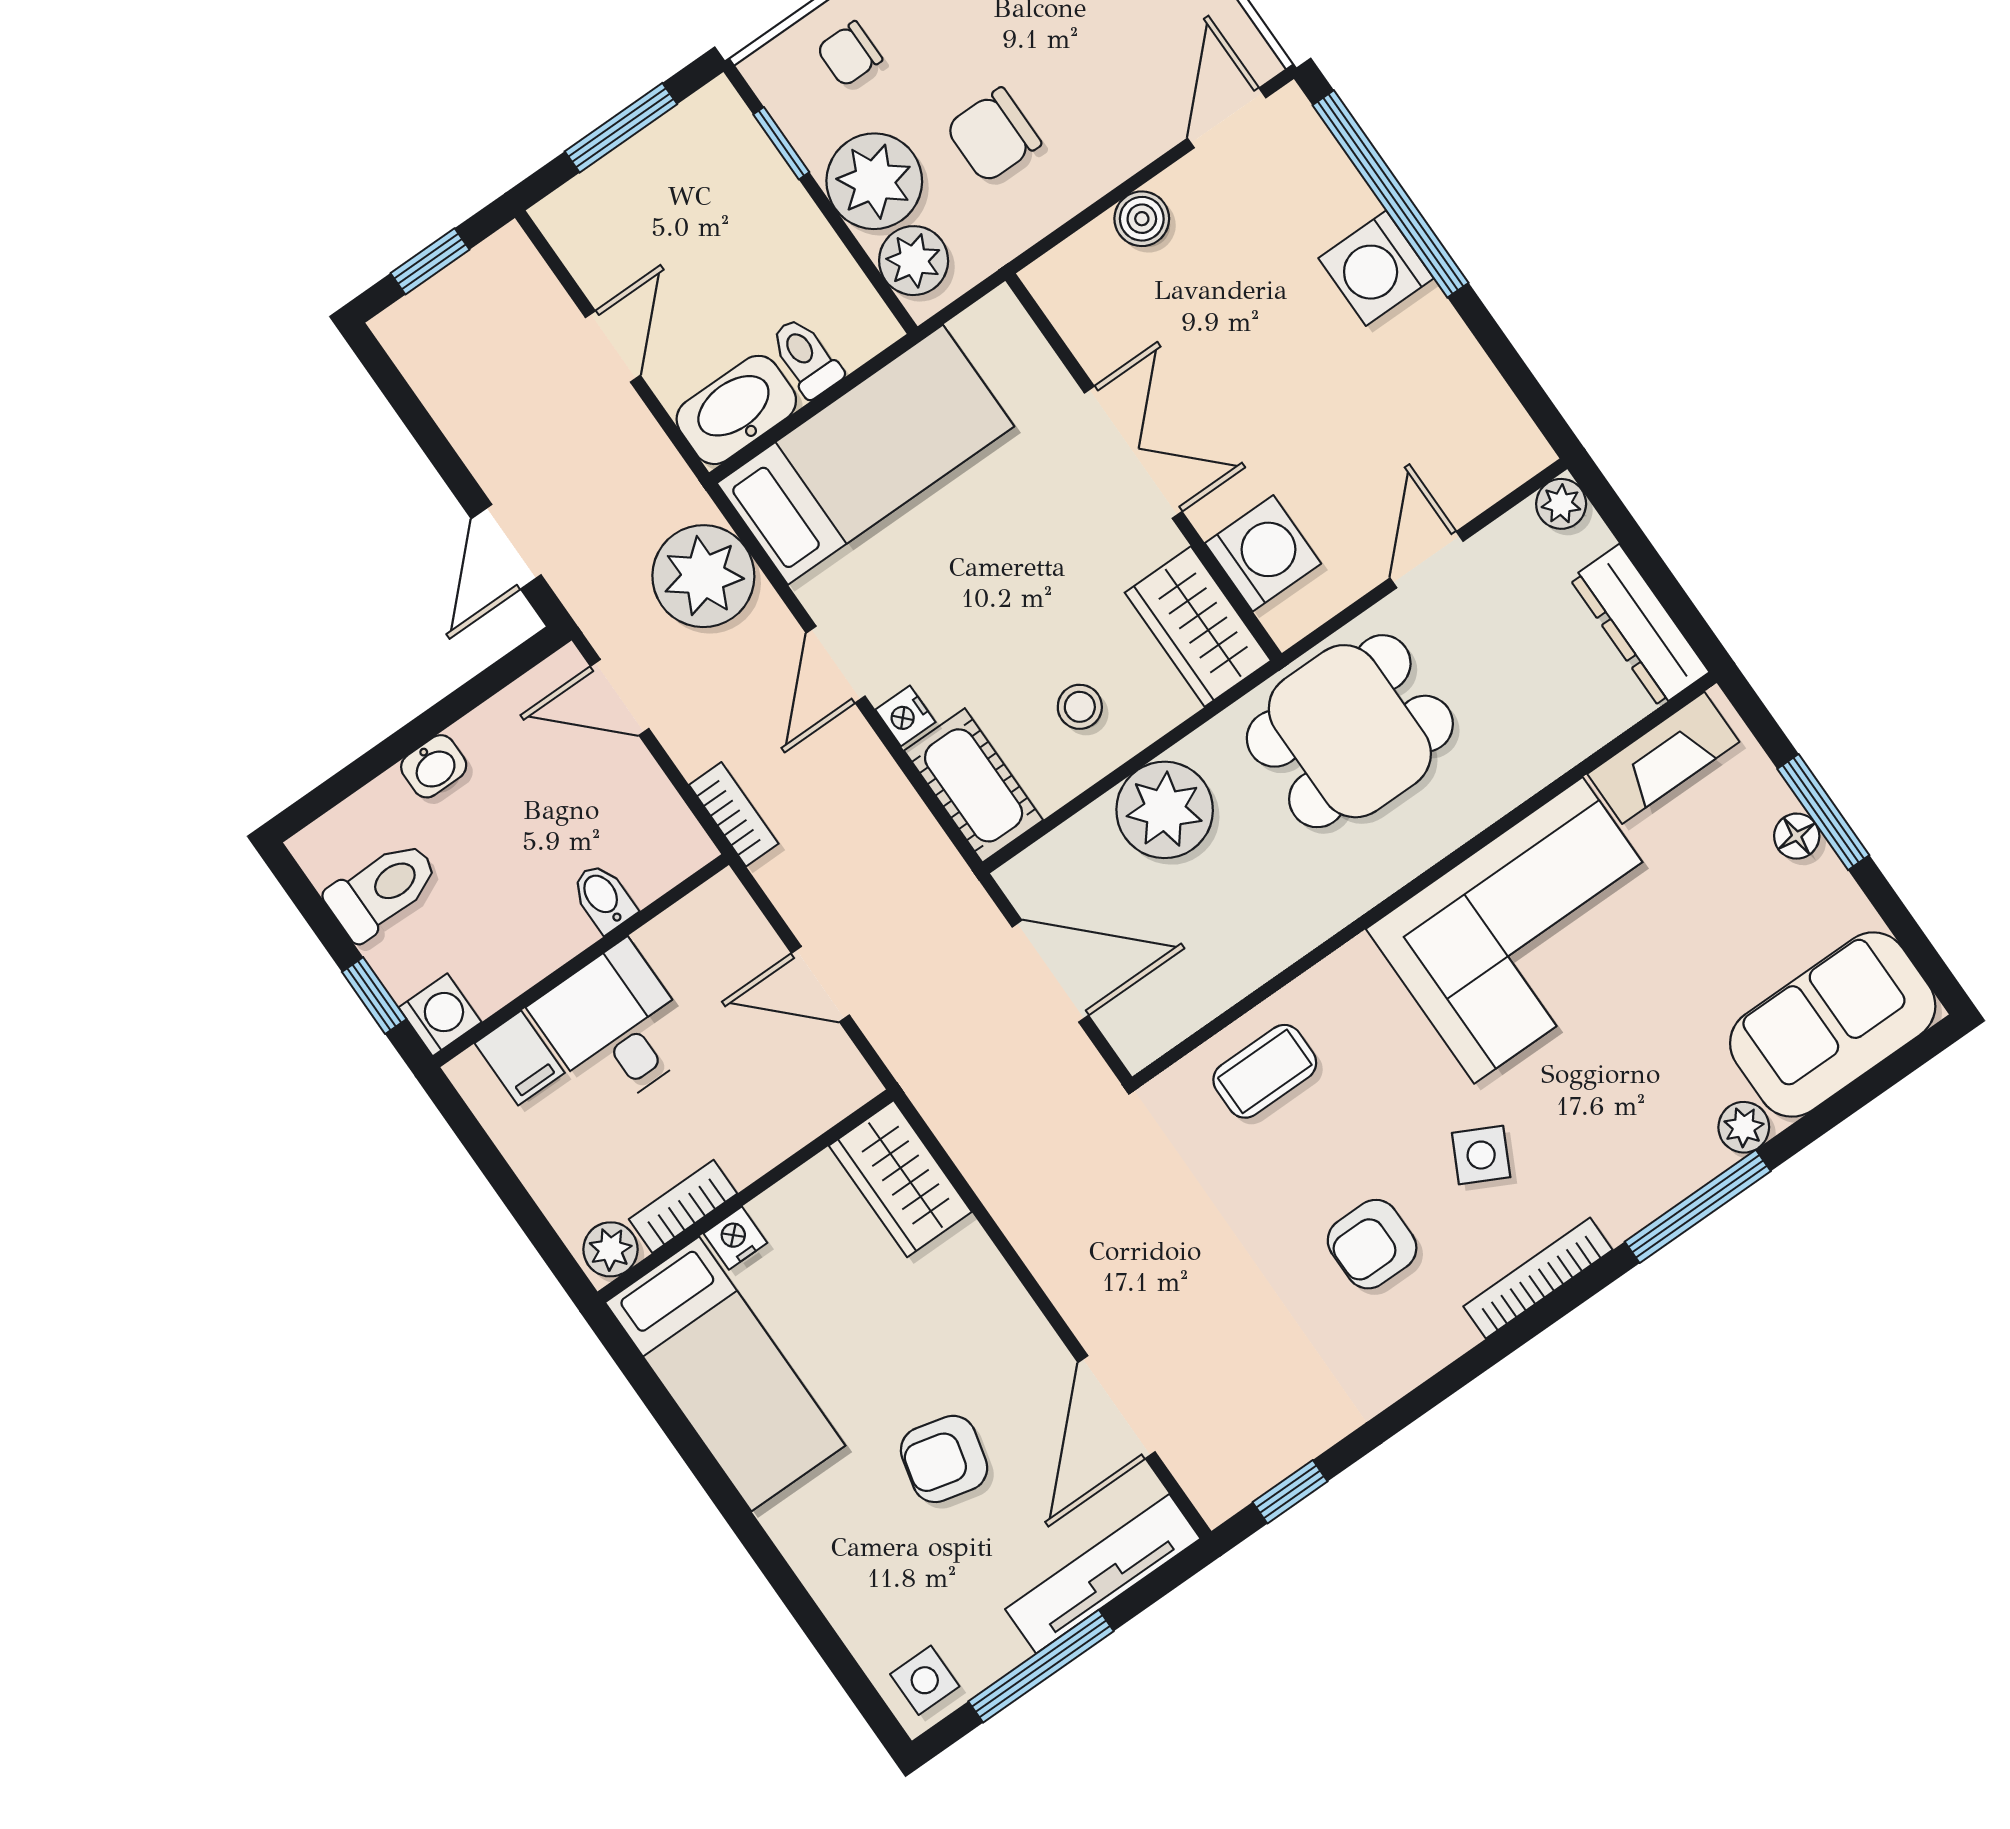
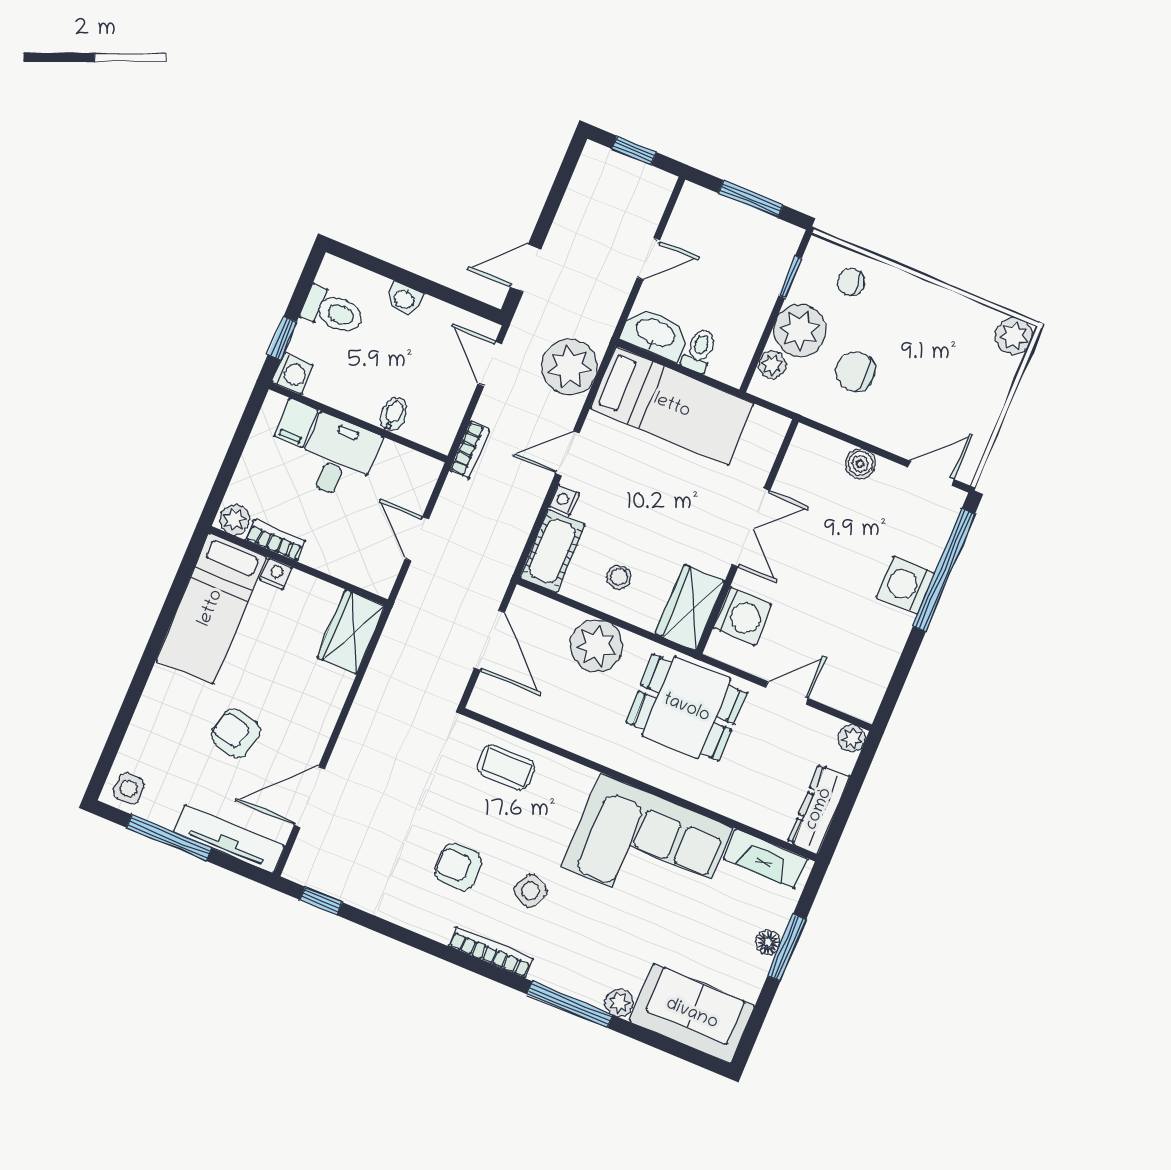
plant: (914, 261) -> (772, 365), width x0.73, depth x0.73

